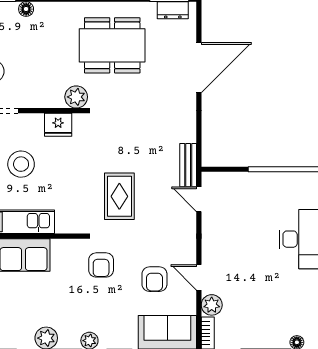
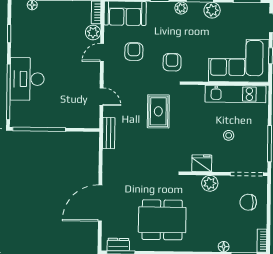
plant: (76, 97) -> (210, 183), moved
stool: (21, 164) -> (229, 135), width x0.53, depth x0.53
door: (199, 199) -> (101, 97), moved
door: (199, 277) -> (102, 52), swing flipped

